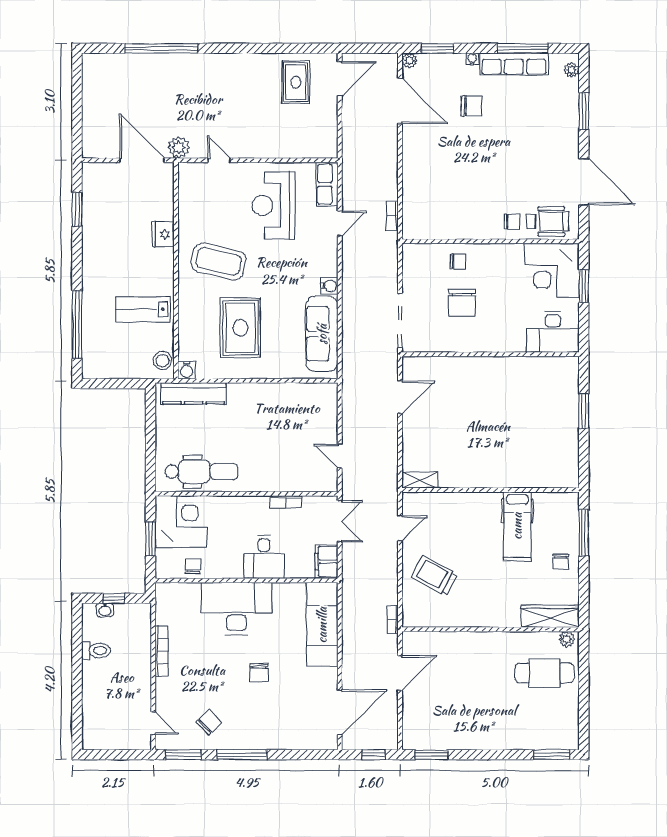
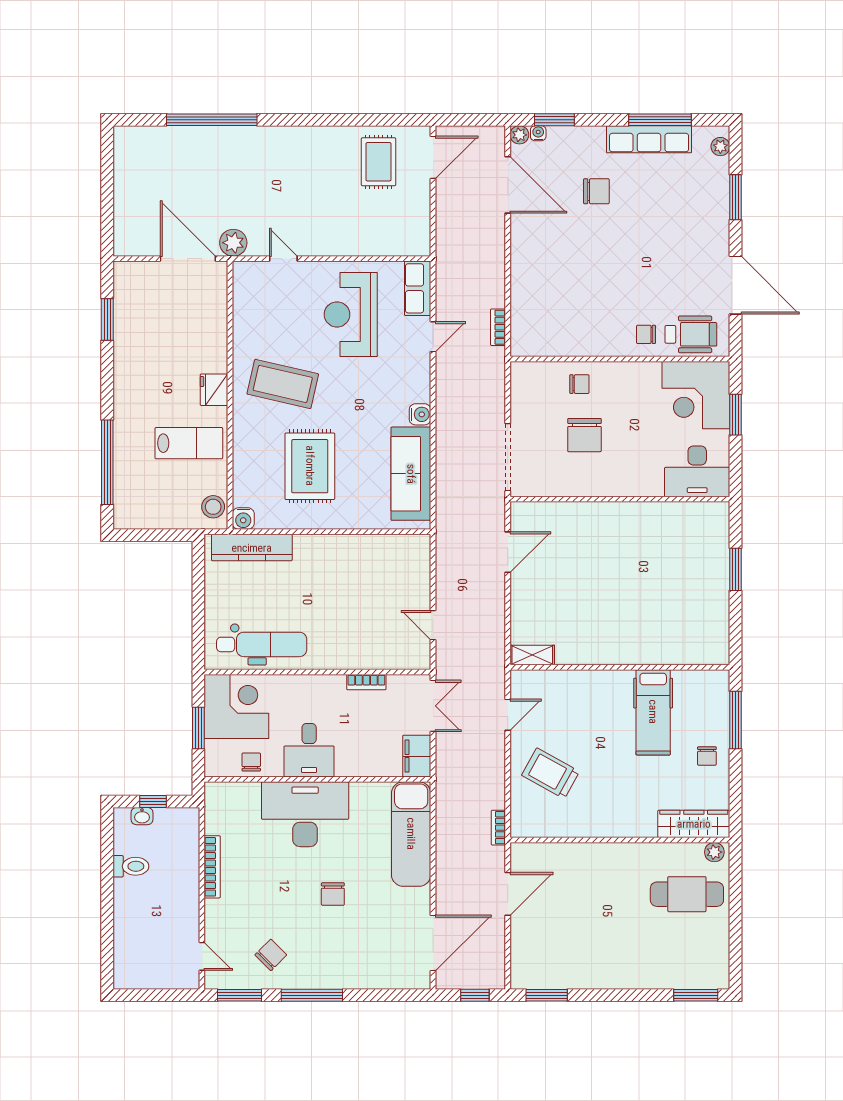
water cooler: (472, 59) -> (538, 133), moved
chair: (512, 221) -> (646, 334), turned 180
fridge: (163, 234) -> (214, 390), moved
lab bench: (143, 309) -> (189, 443), turned 180
desk: (264, 557) -> (309, 750), moved

